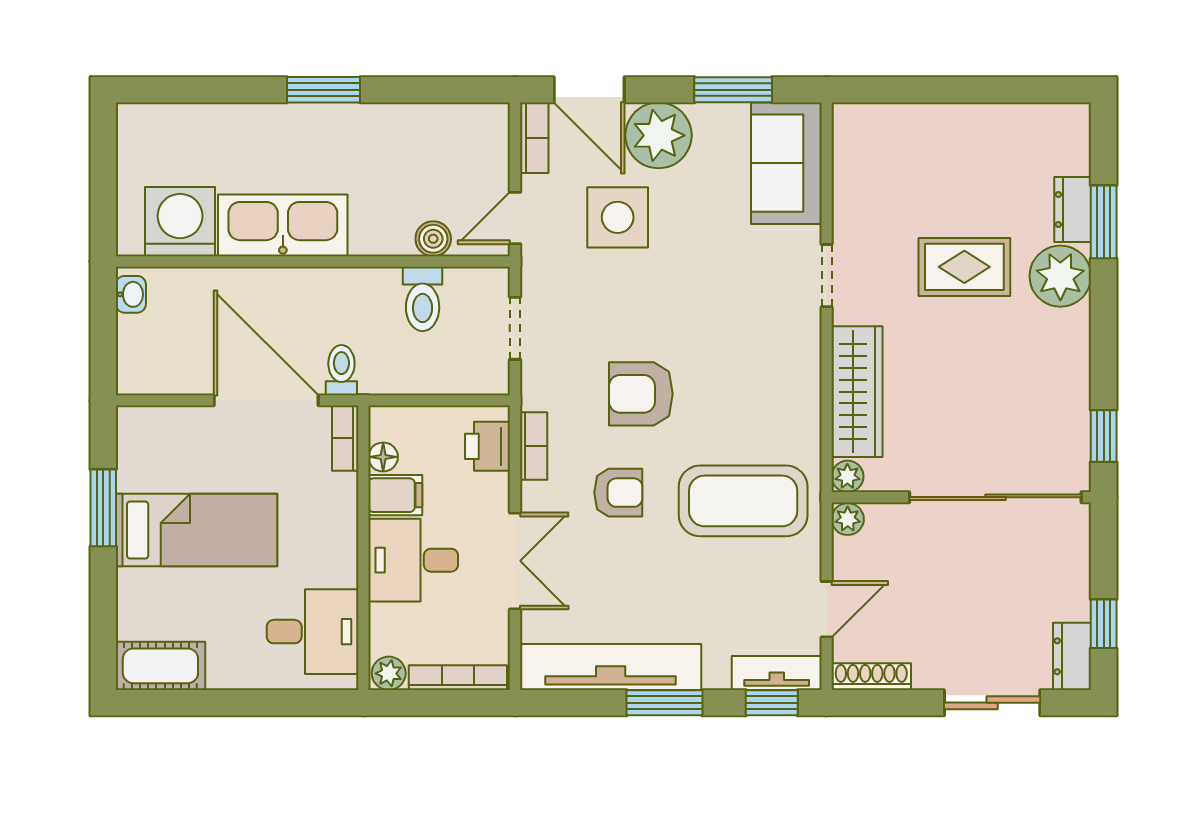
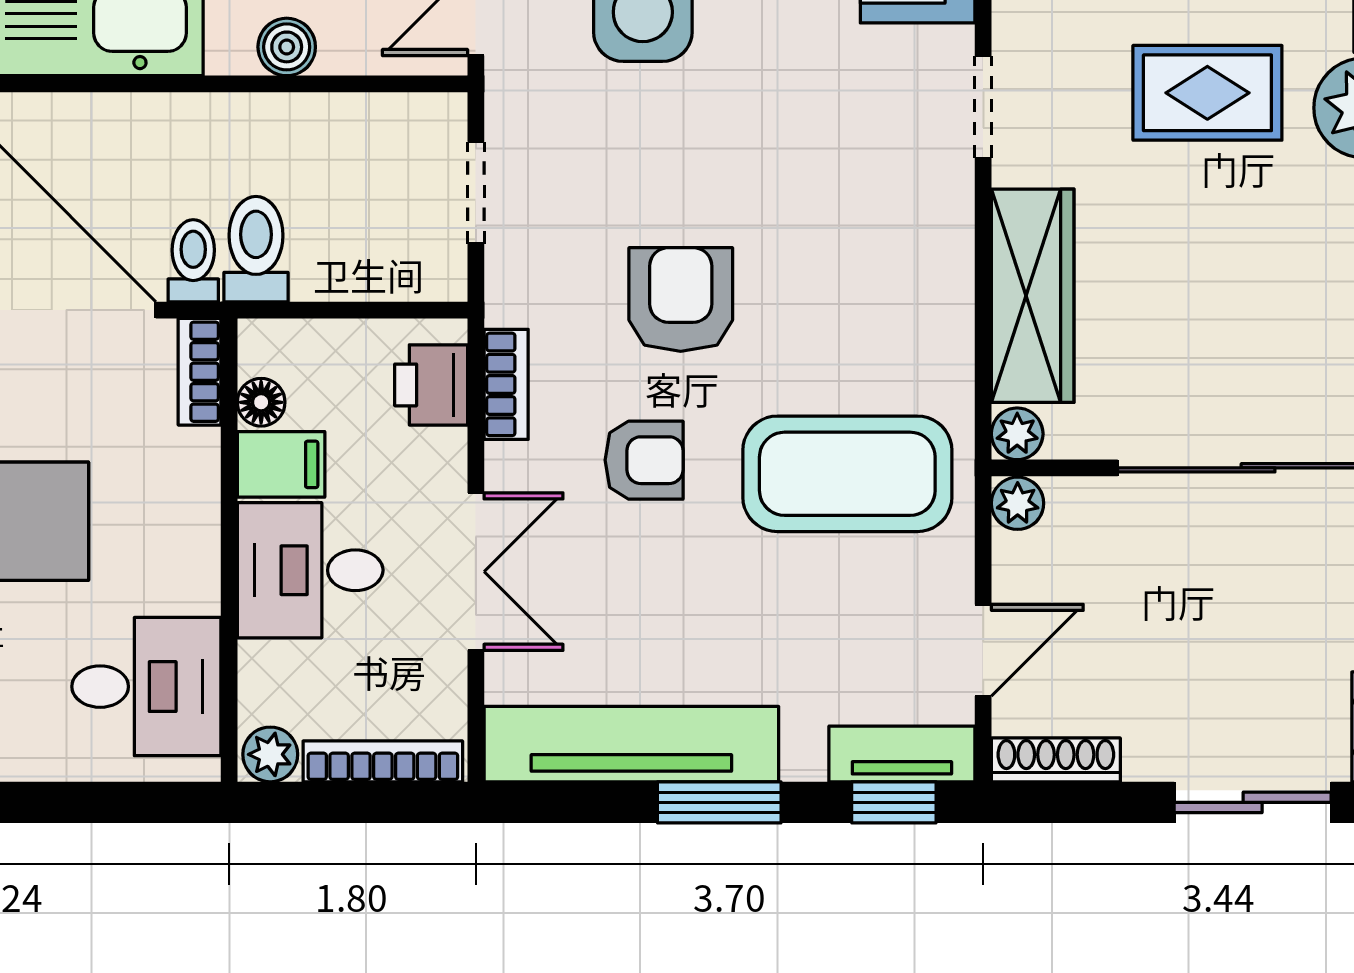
boiler: (433, 239) -> (287, 47), moved
toilet: (423, 299) -> (256, 249), moved, turned 180
armchair: (641, 394) -> (681, 299), turned 90

